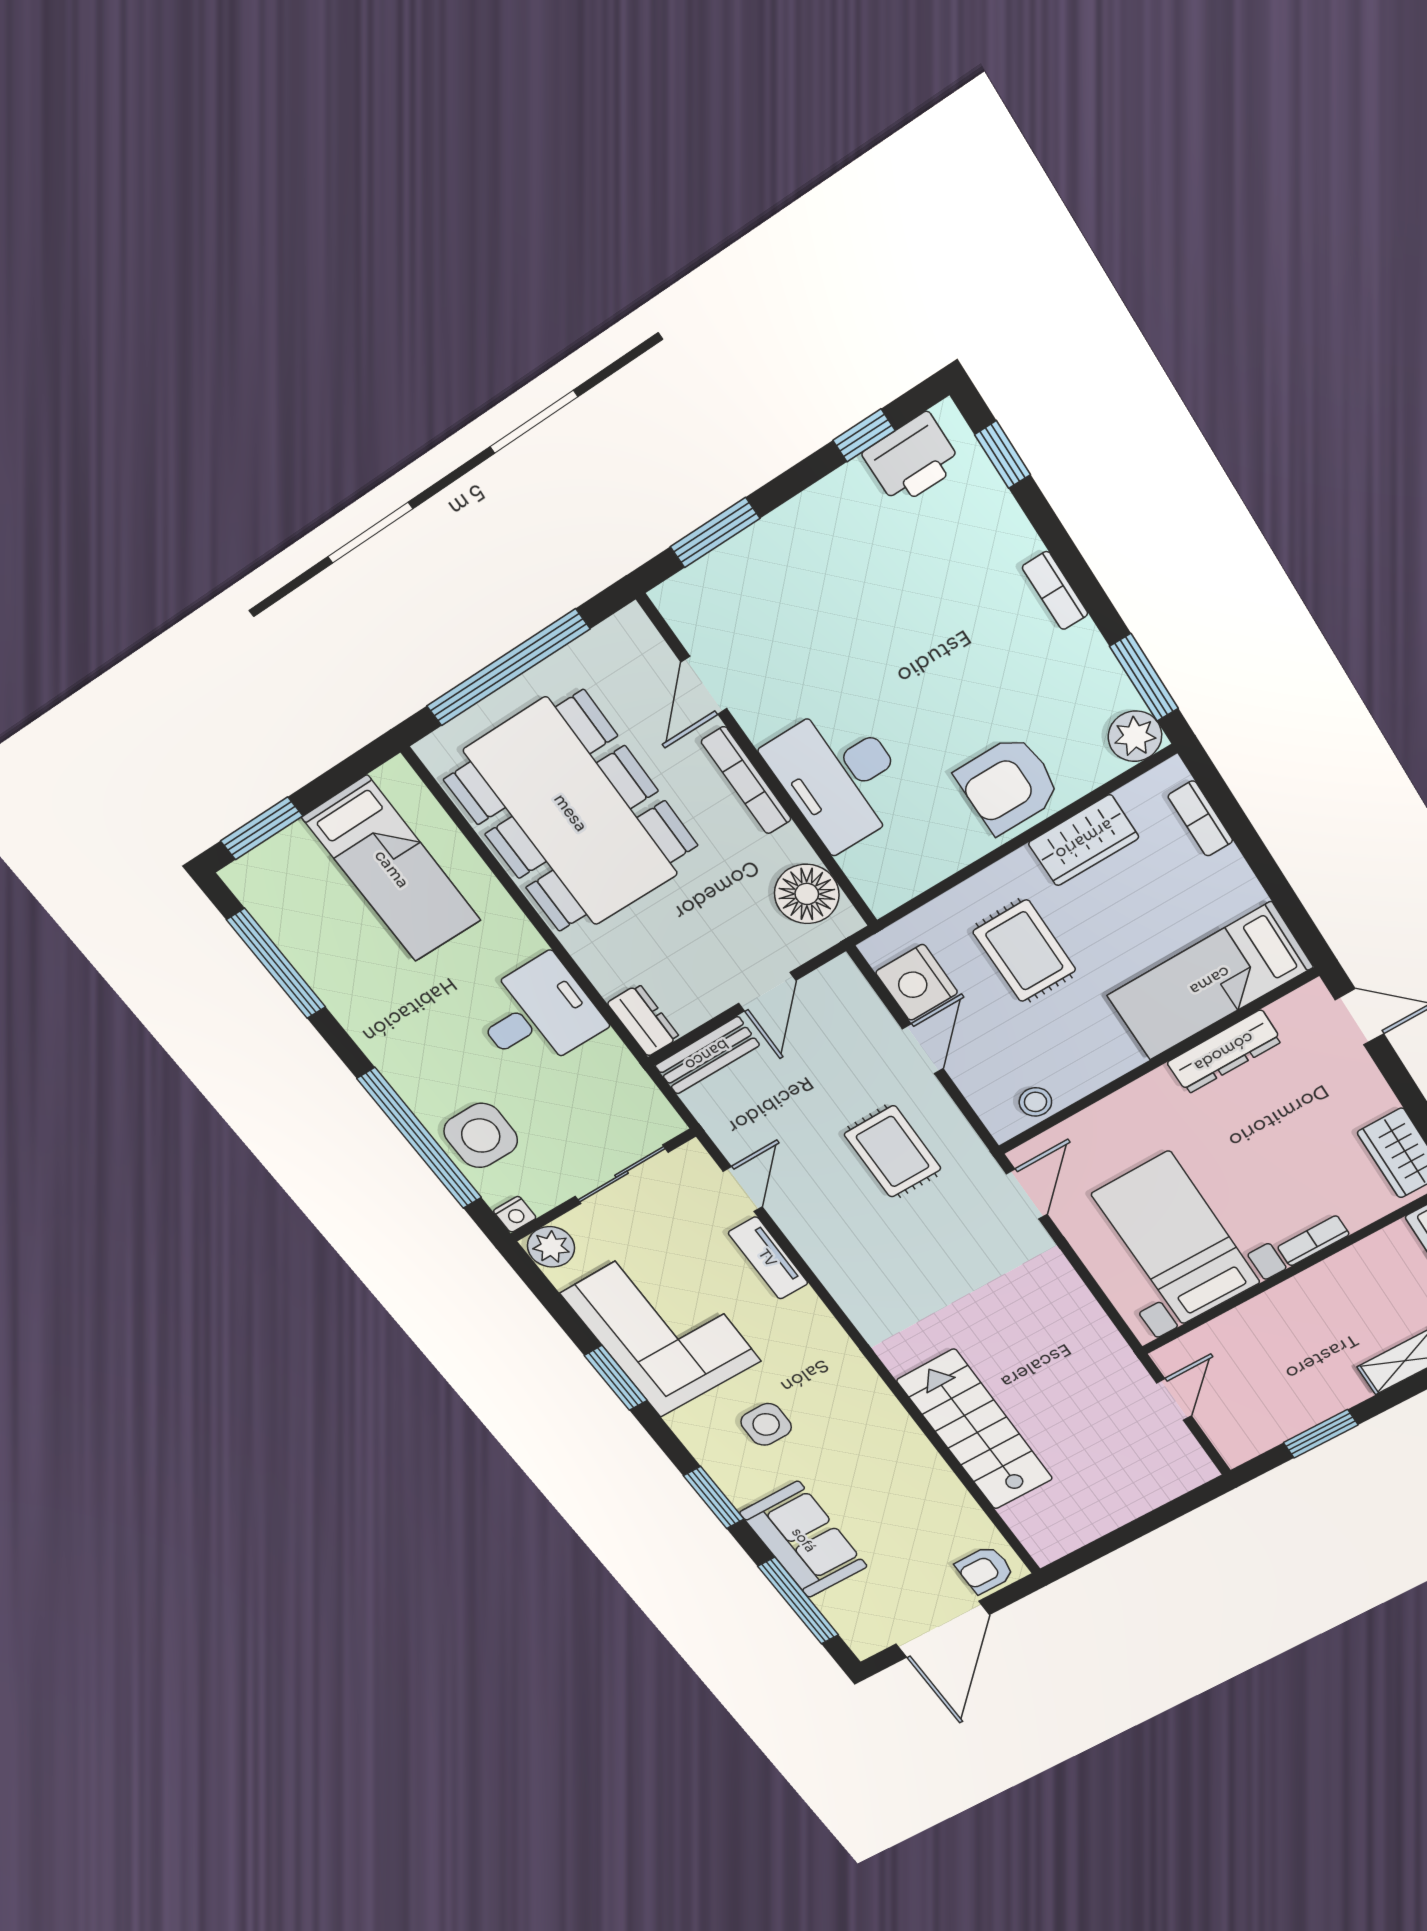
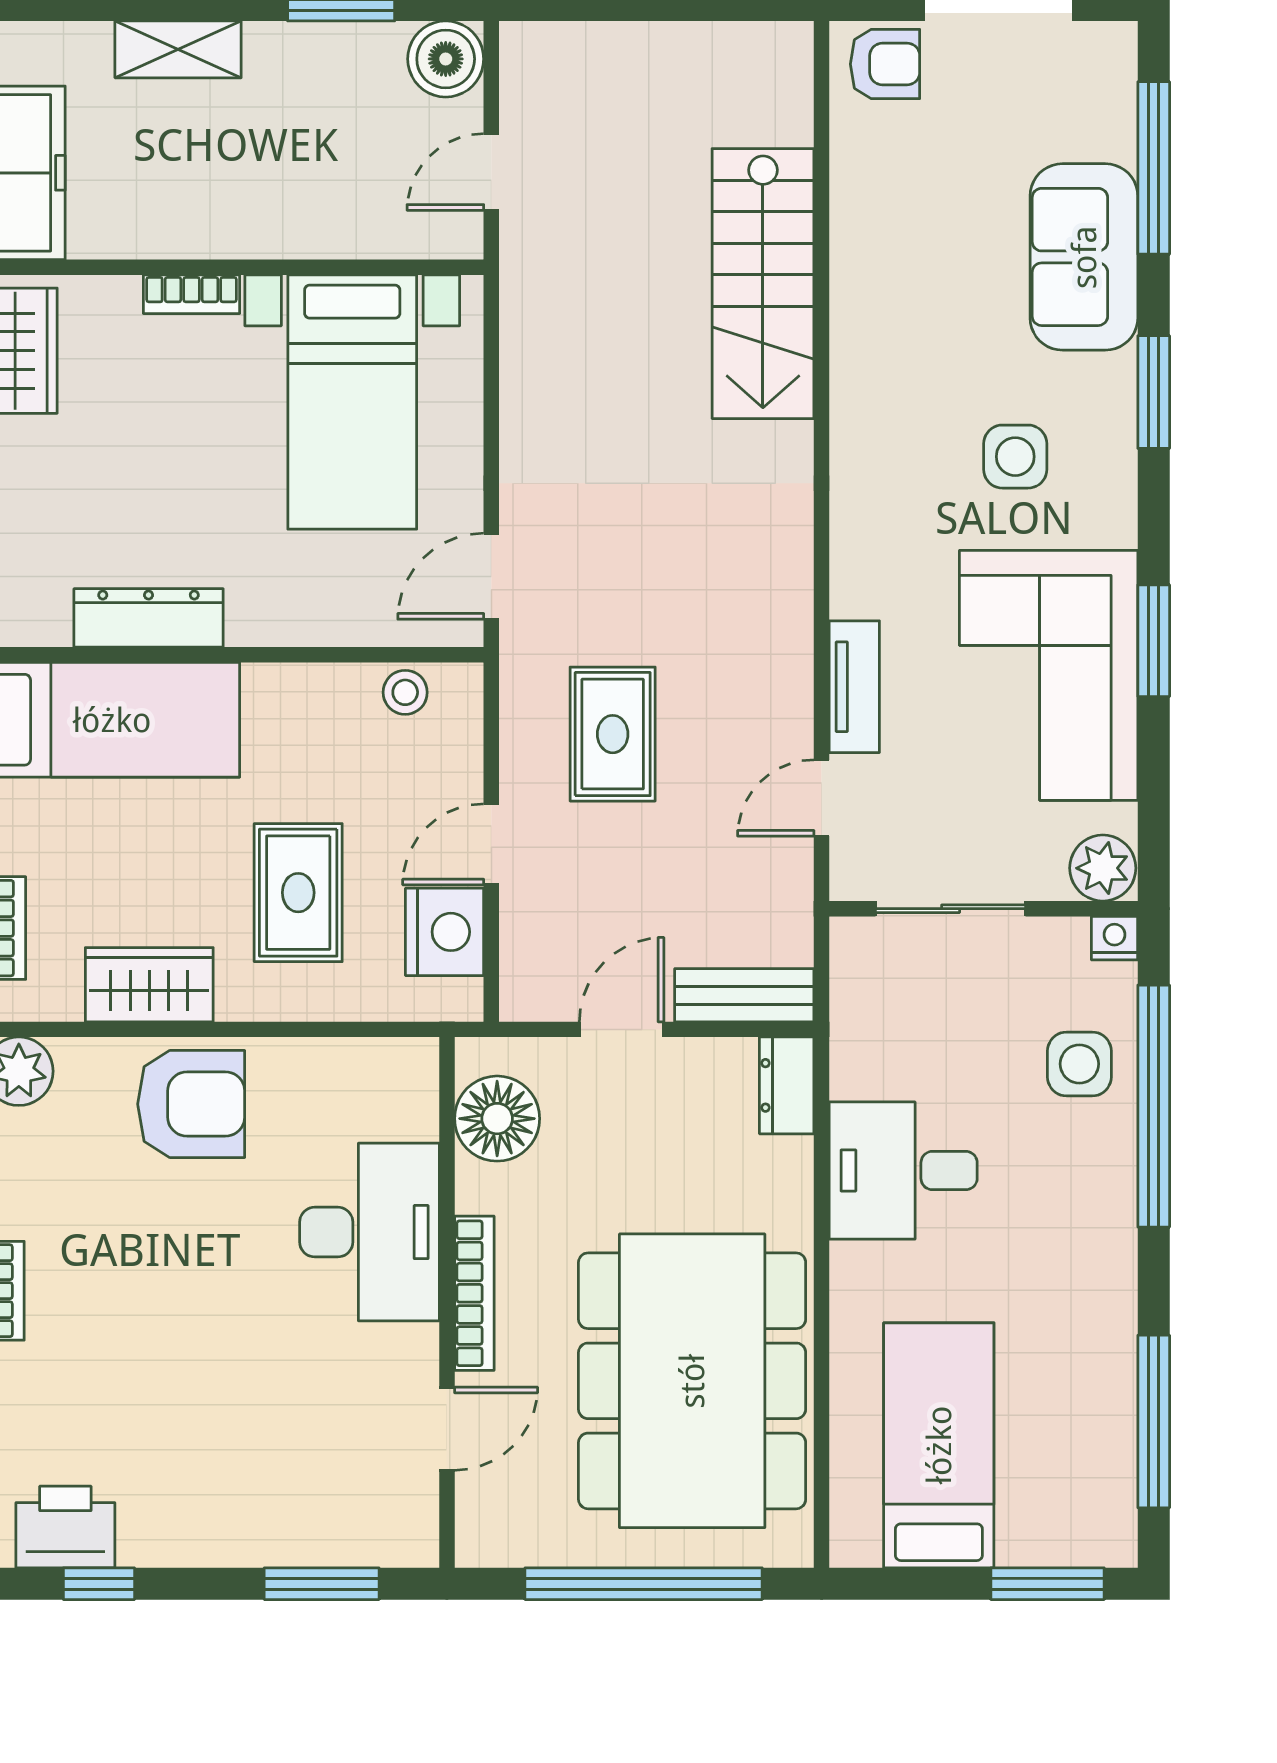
side table: (481, 1136) -> (1079, 1064), width x0.73, depth x0.73
boiler: (1240, 1440) -> (446, 59), added

